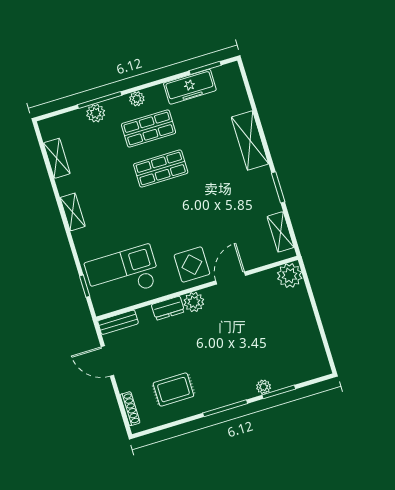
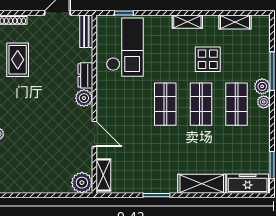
freezer: (190, 87) -> (248, 184), moved, turned 90
plant: (96, 113) -> (262, 86), moved
shop shelf: (173, 209) -> (165, 104), added
shelving: (281, 232) -> (103, 175), moved, turned 90
display table: (192, 265) -> (208, 59), moved

